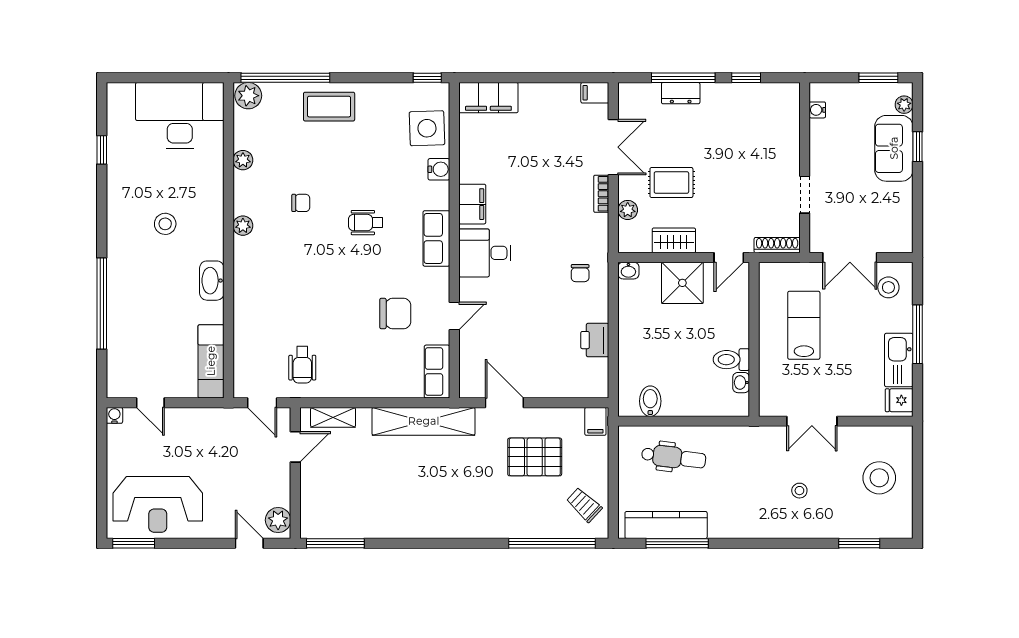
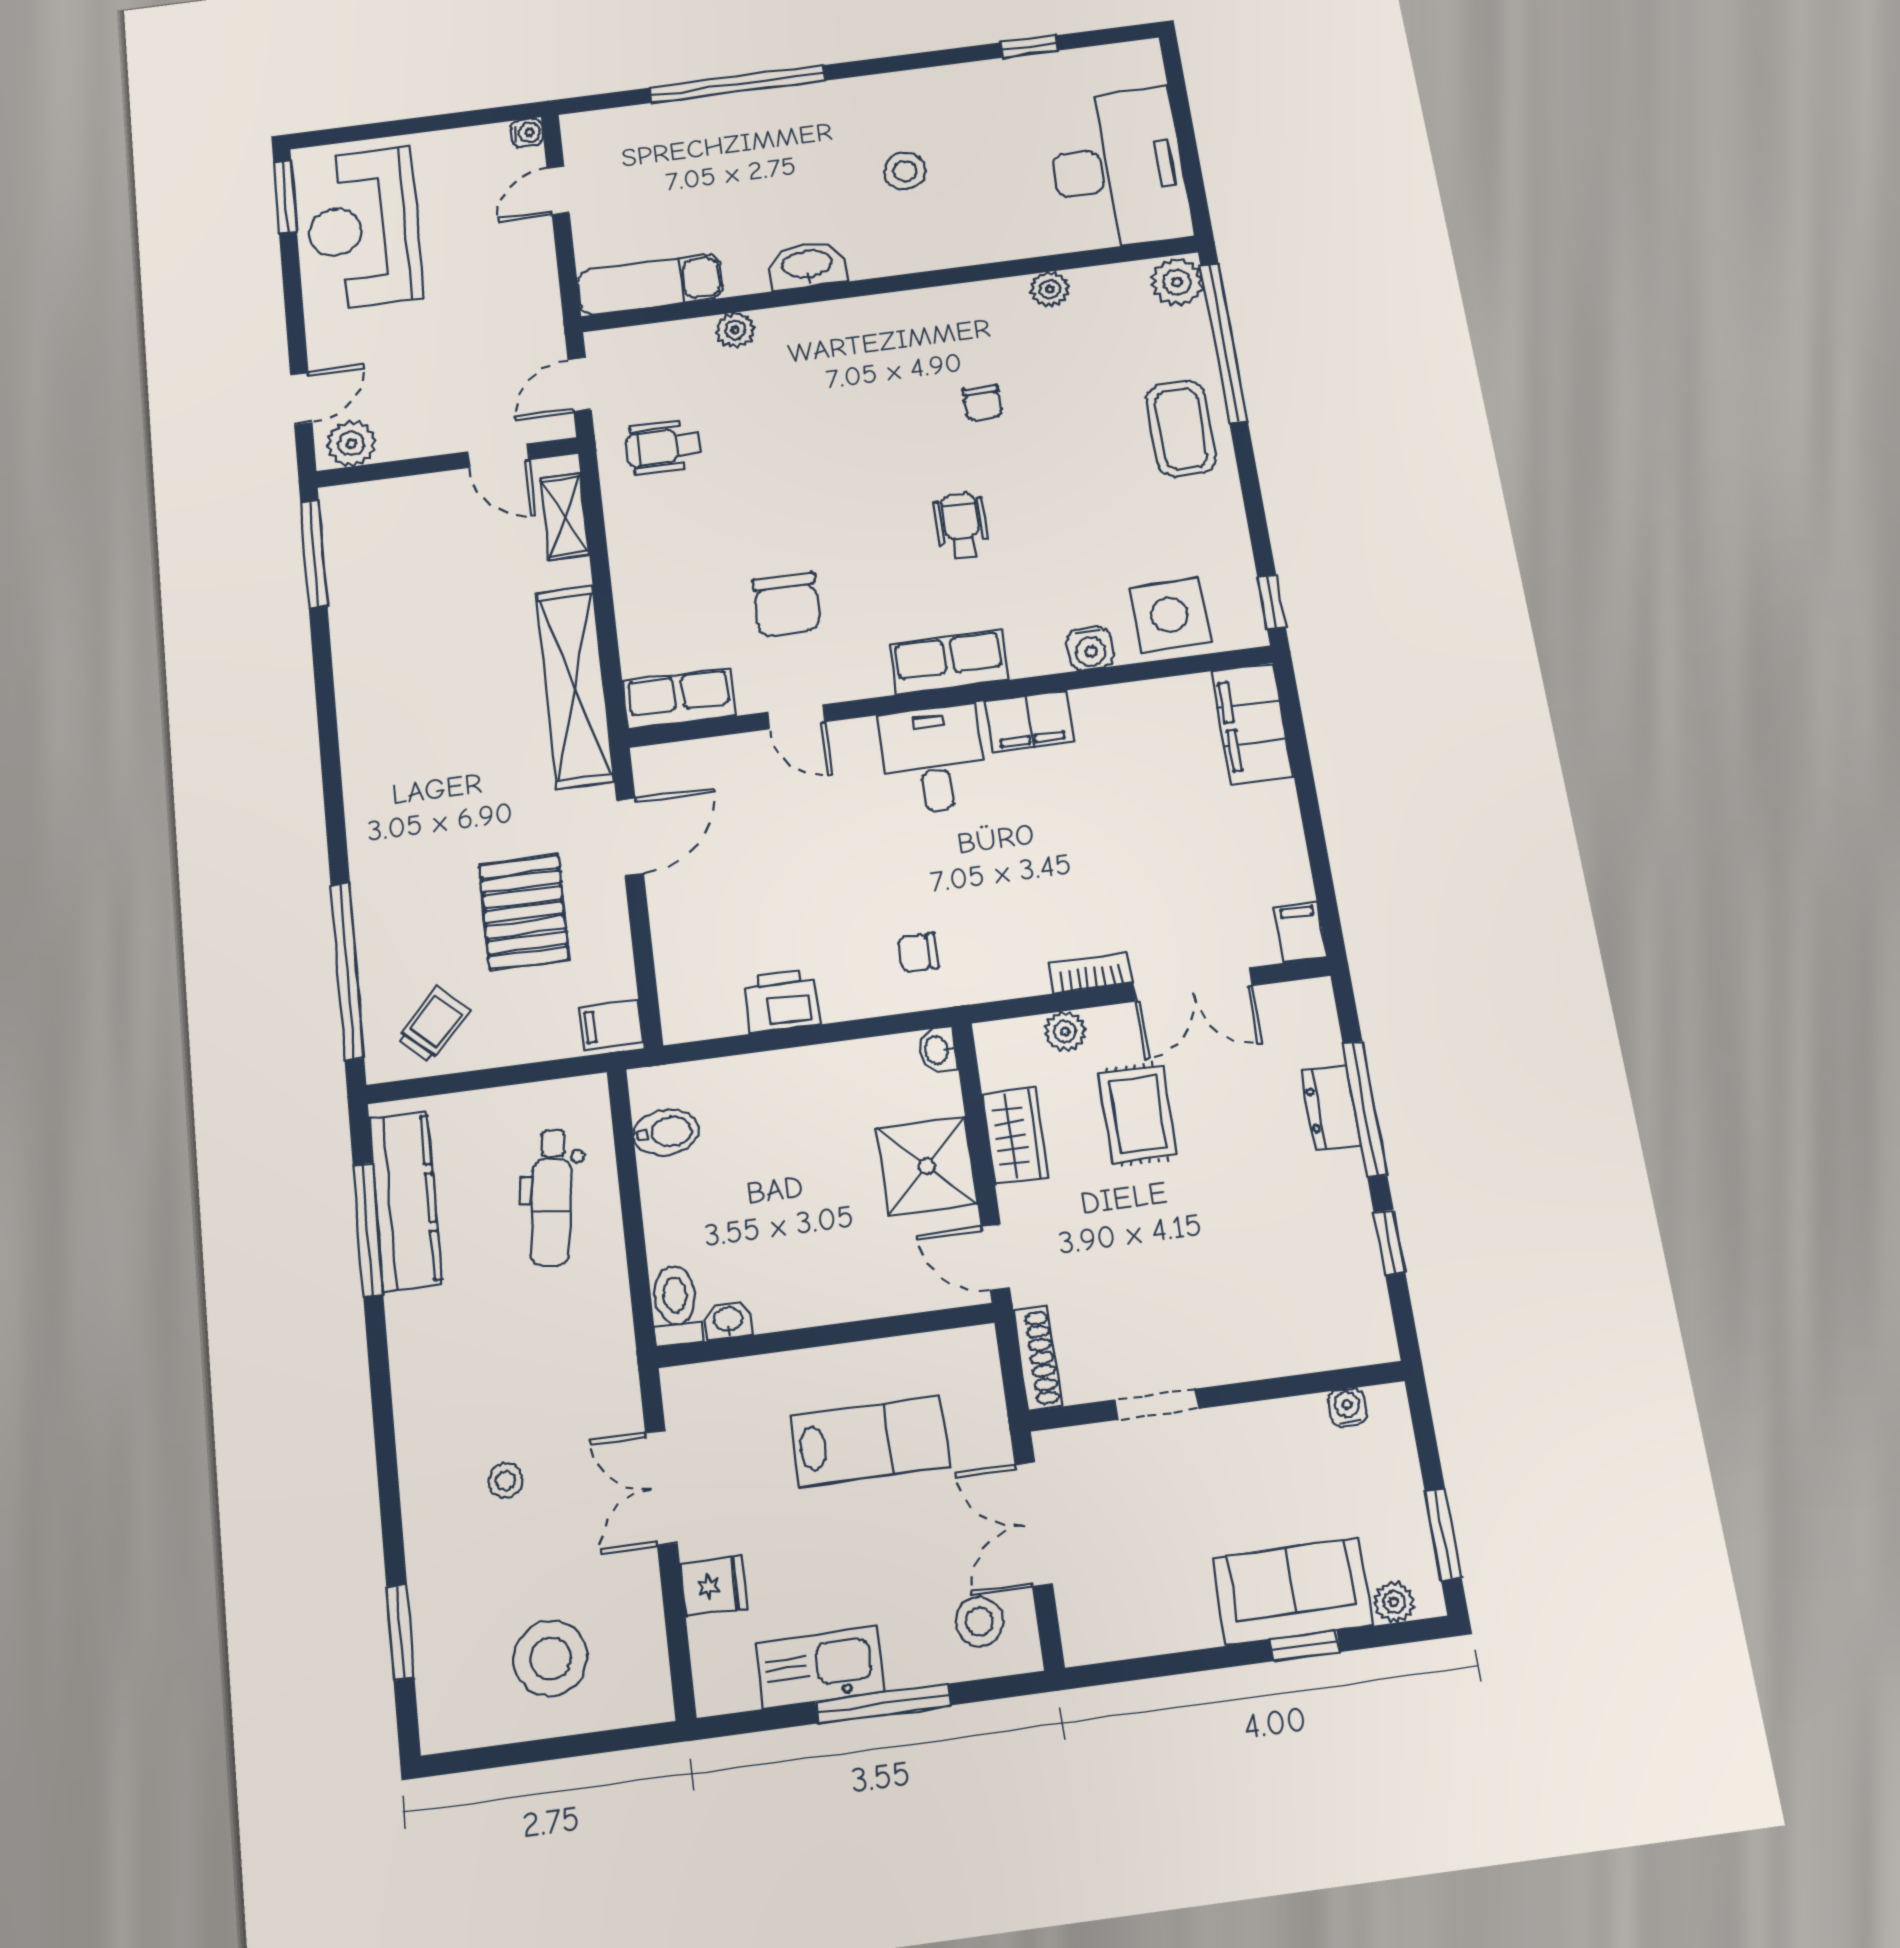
plant: (243, 226) -> (735, 330), moved
toilet: (731, 360) -> (676, 1306), moved
fridge: (899, 400) -> (713, 1586), moved, turned 90

